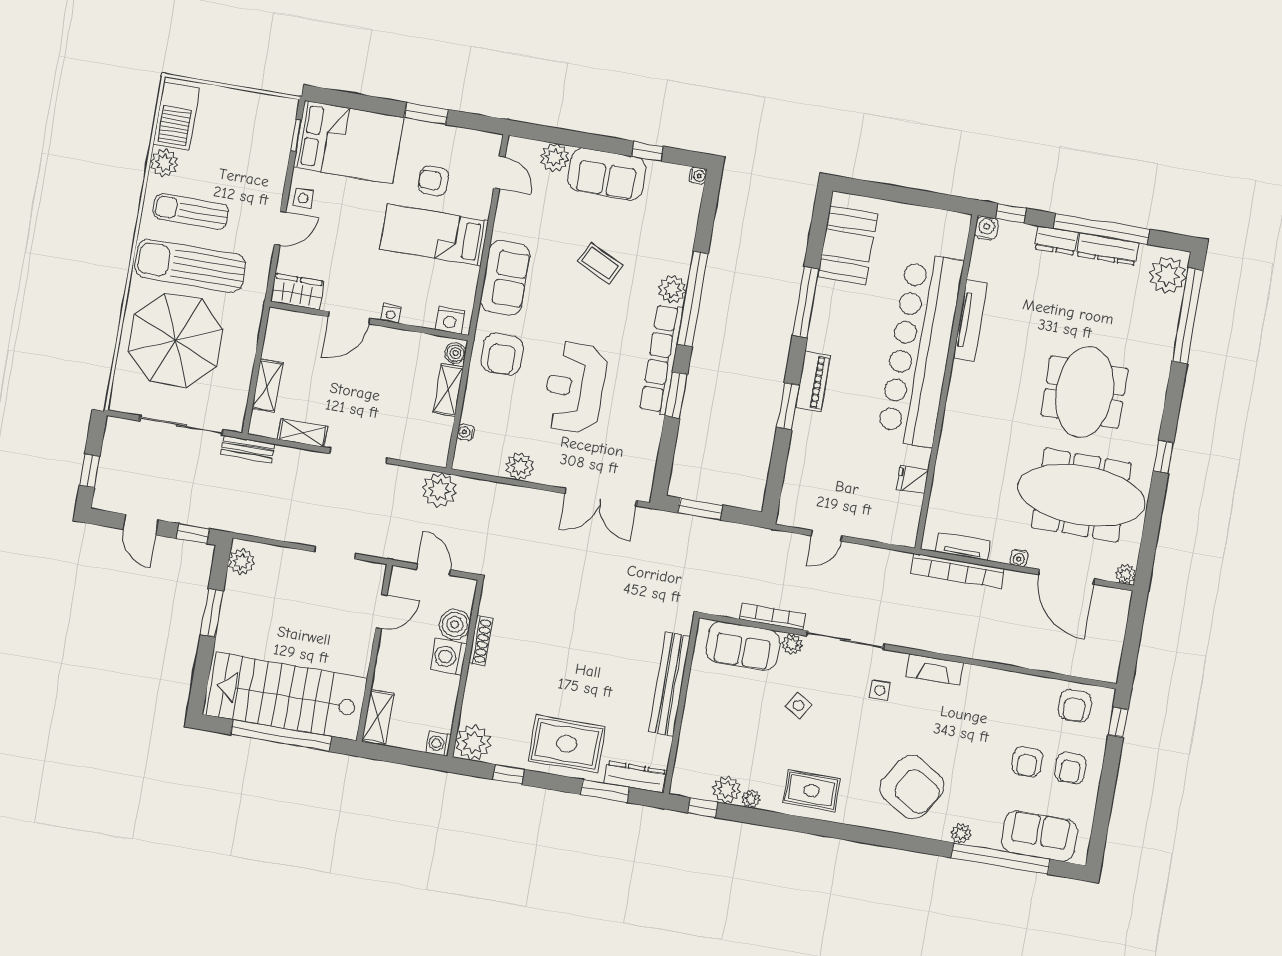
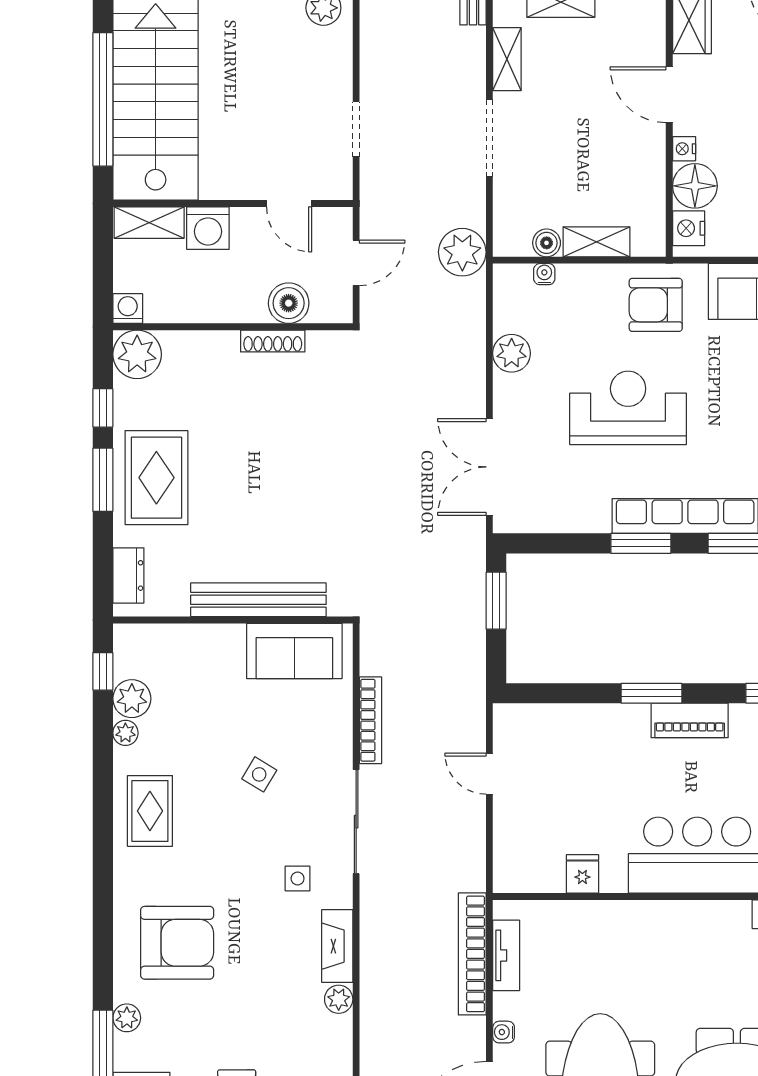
floor lamp: (420, 310) -> (695, 186), added
boiler: (455, 353) -> (547, 243), moved
plant: (792, 644) -> (339, 999), moved
sofa: (743, 646) -> (294, 651), moved, turned -90
washing machine: (448, 657) -> (208, 228), moved, turned 180
dresser: (635, 777) -> (128, 575), width x0.70
armchair: (912, 787) -> (177, 943), turned -122
window: (605, 791) -> (103, 480), moved

